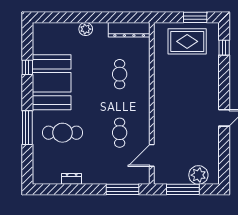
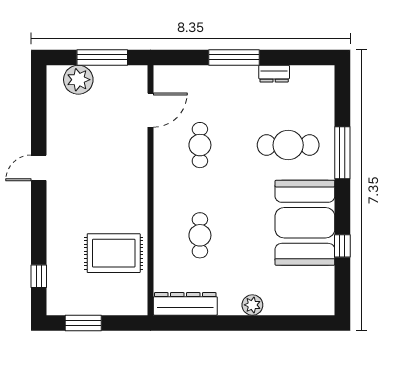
rug: (187, 41) -> (114, 253), moved
window: (123, 189) -> (234, 57), moved

